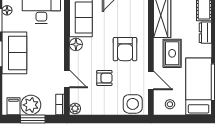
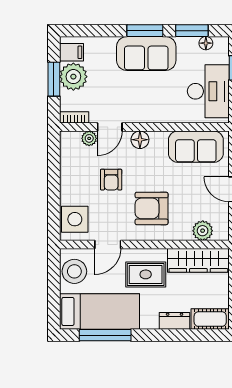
plant: (141, 13) -> (203, 231), added
floor lamp: (76, 44) -> (140, 140), moved
stool: (170, 104) -> (74, 271), width x1.89, depth x1.89
plant: (75, 108) -> (89, 138), moved

